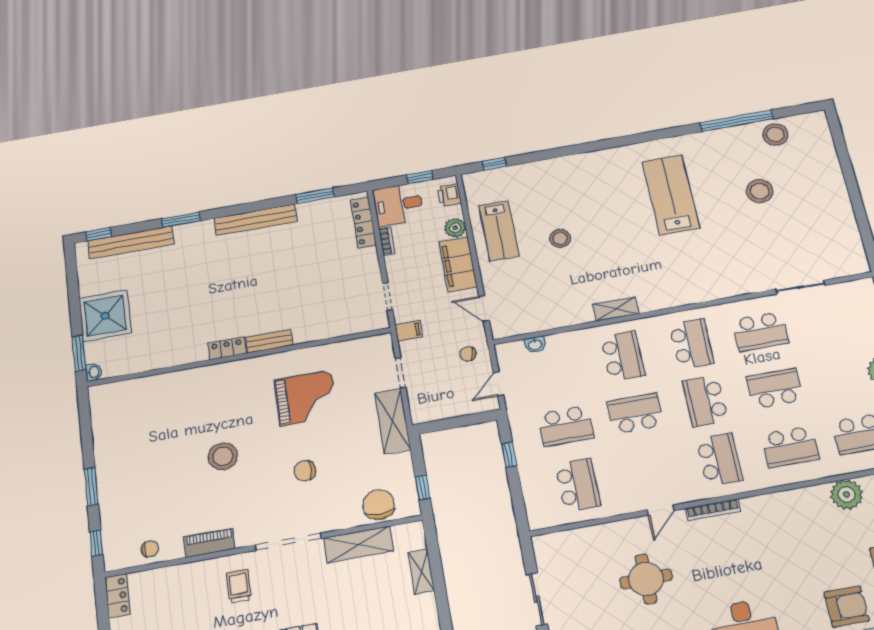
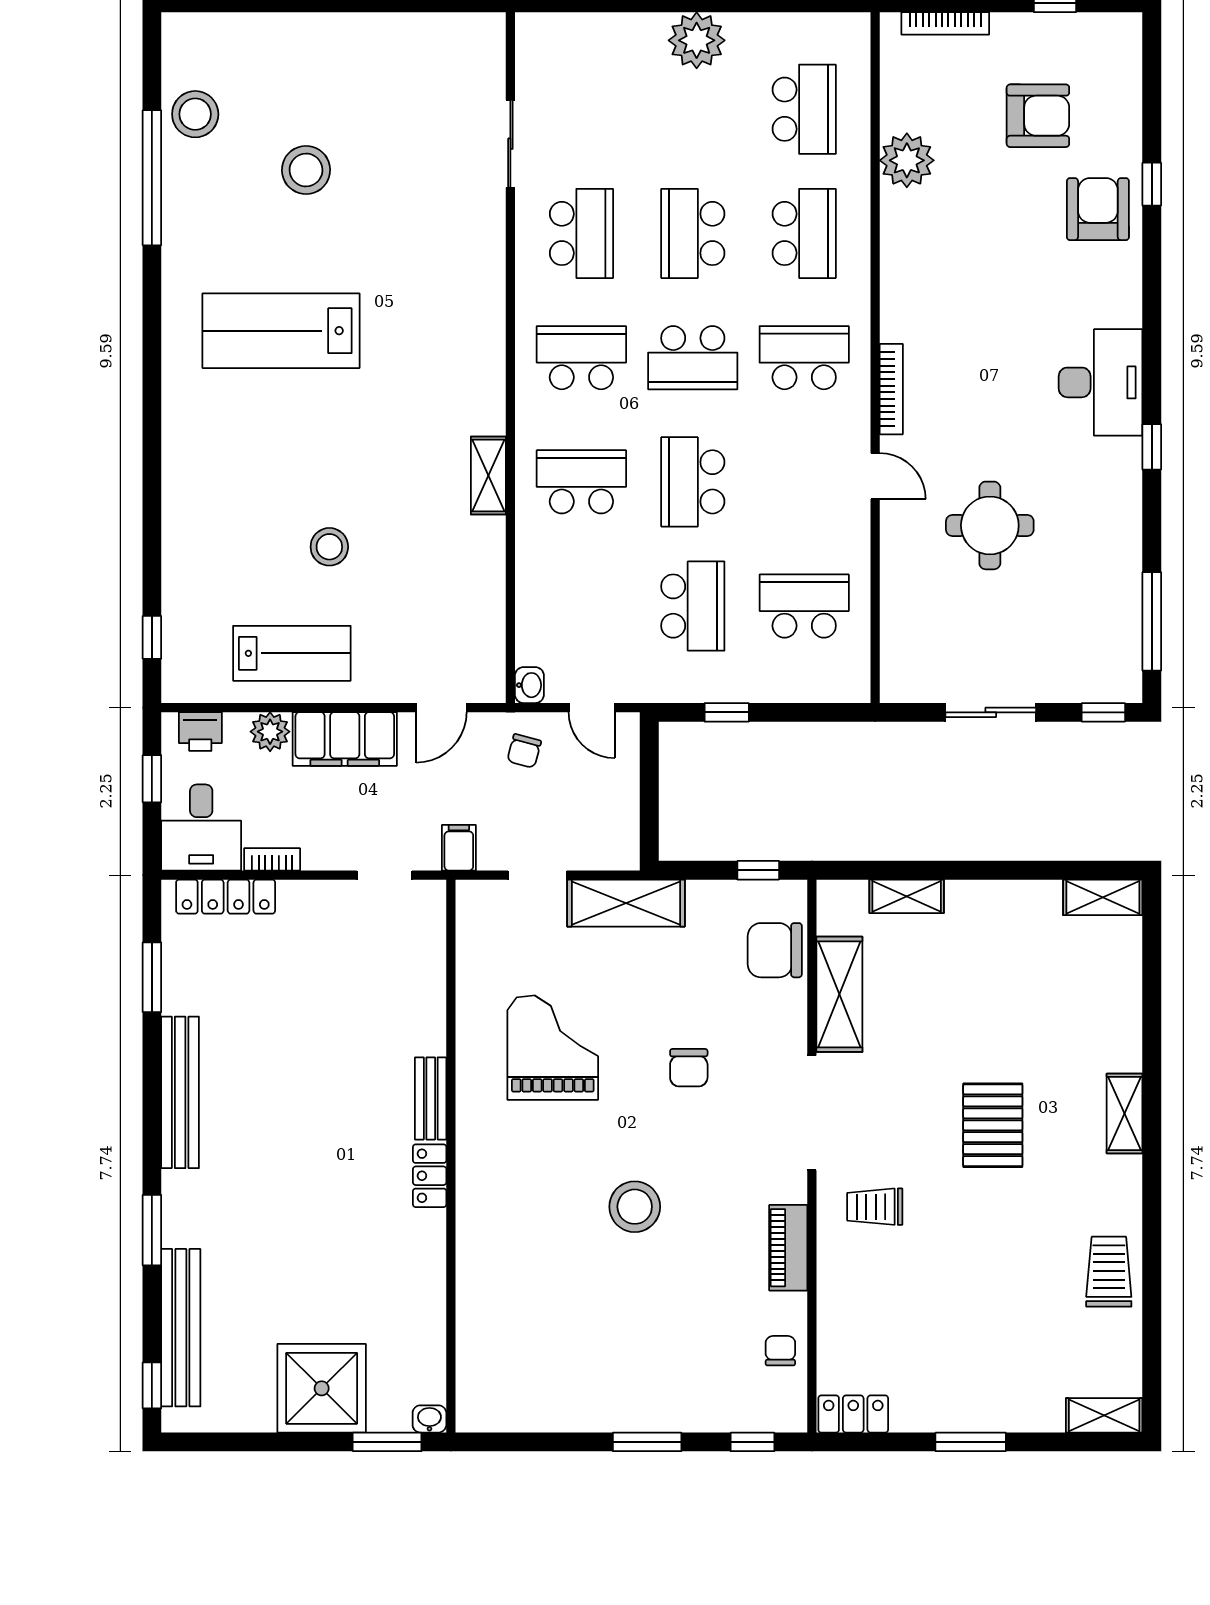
washbasin: (535, 345) -> (529, 685), moved

